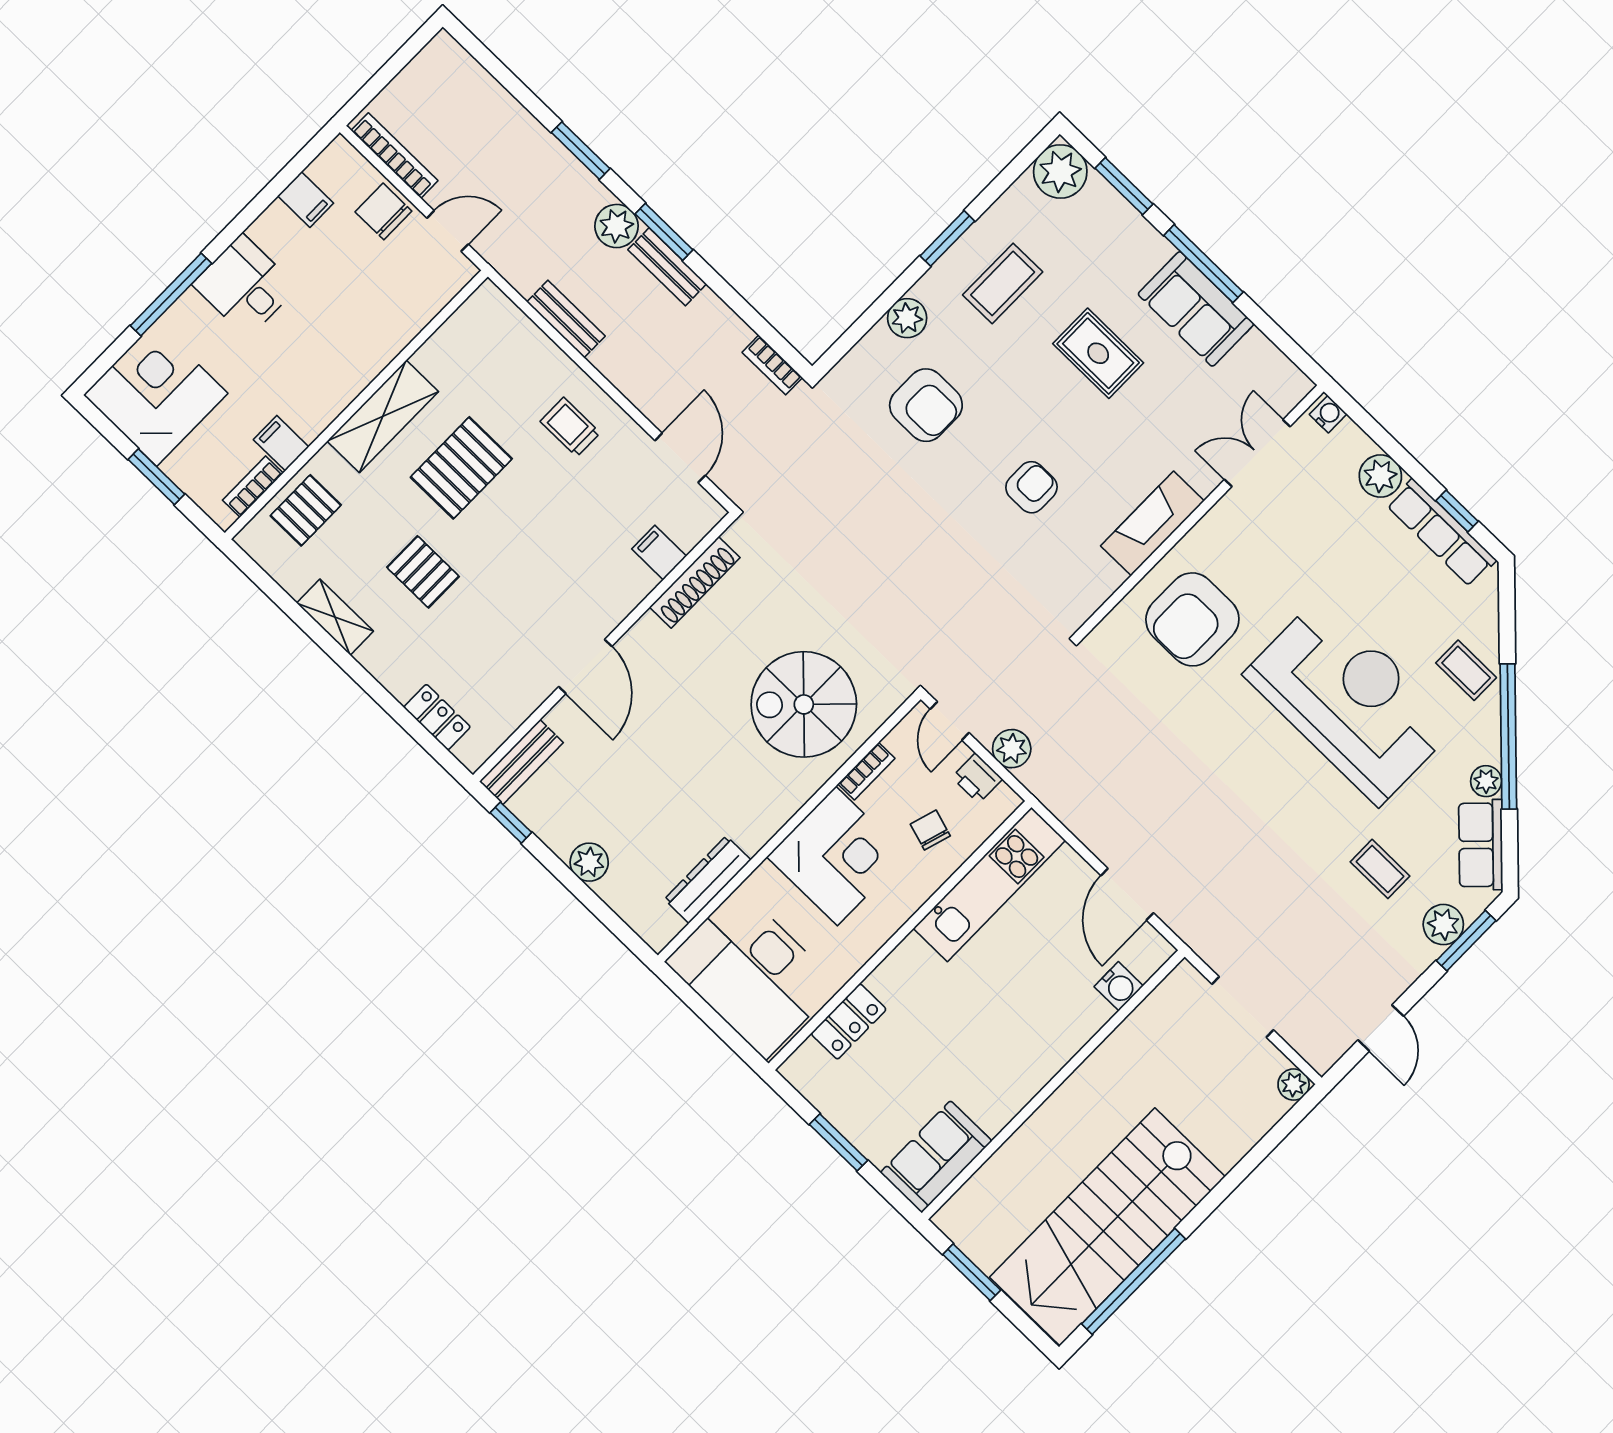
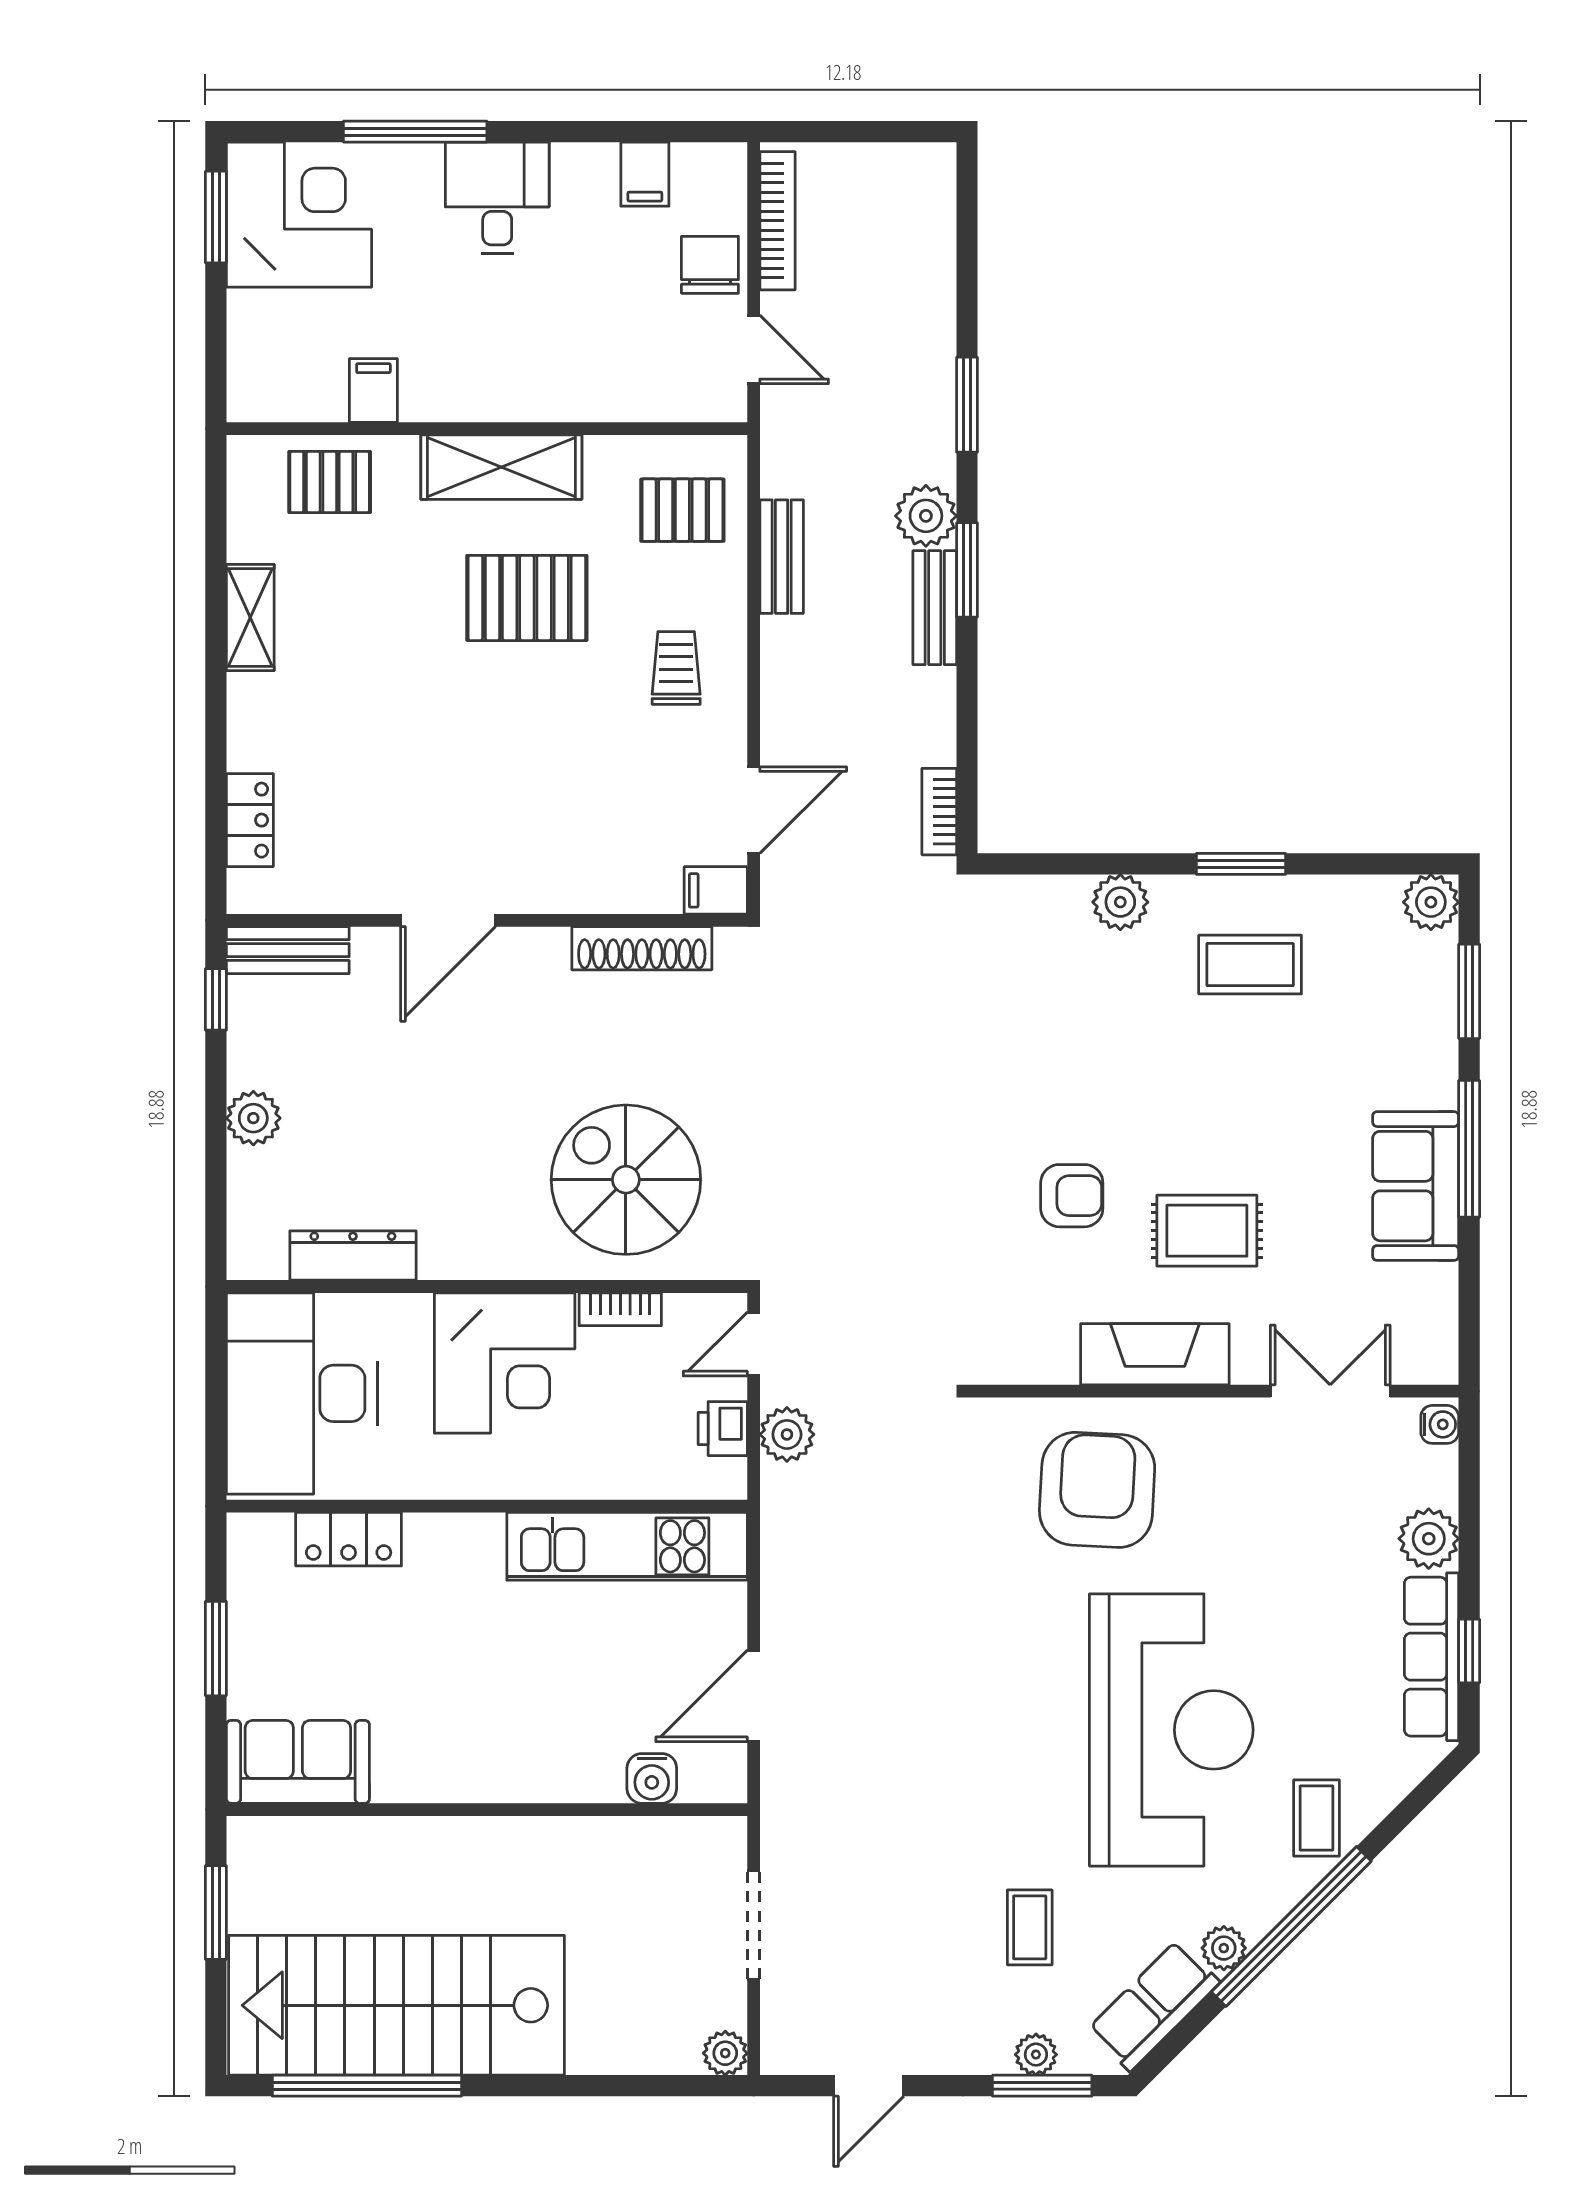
plant: (1060, 171) -> (1431, 902), width x0.73, depth x0.73
rug: (1098, 353) -> (1207, 1231), moved, turned 90
armchair: (926, 405) -> (1051, 1007), removed
window: (156, 477) -> (216, 217), moved
bookcase: (253, 487) -> (301, 405), removed
filing cabinet: (659, 553) -> (716, 890), moved, turned -90
pallet: (423, 572) -> (682, 510), moved, turned 90
armchair: (1192, 619) -> (1097, 1490), turned 93
chair: (930, 830) -> (624, 1433), removed
plant: (1443, 925) -> (1036, 2055), width x0.73, depth x0.73

